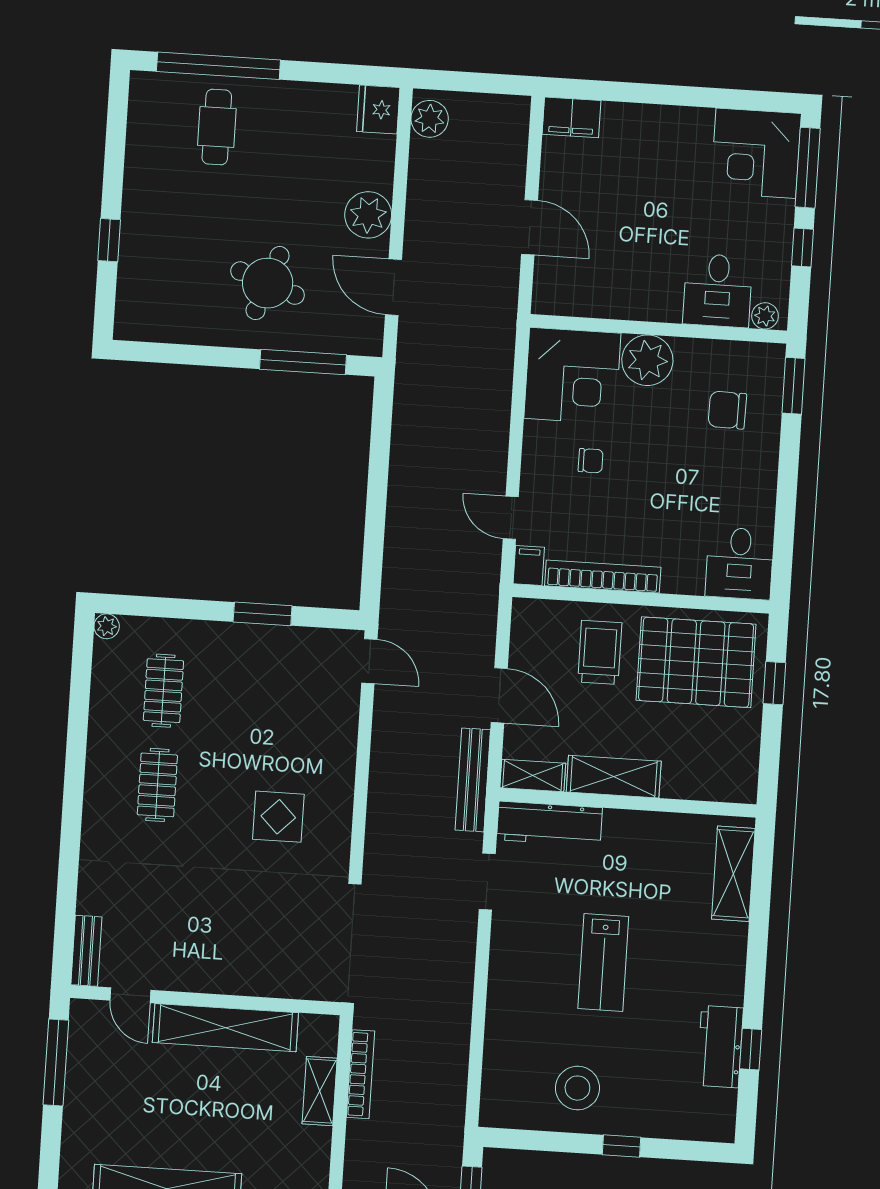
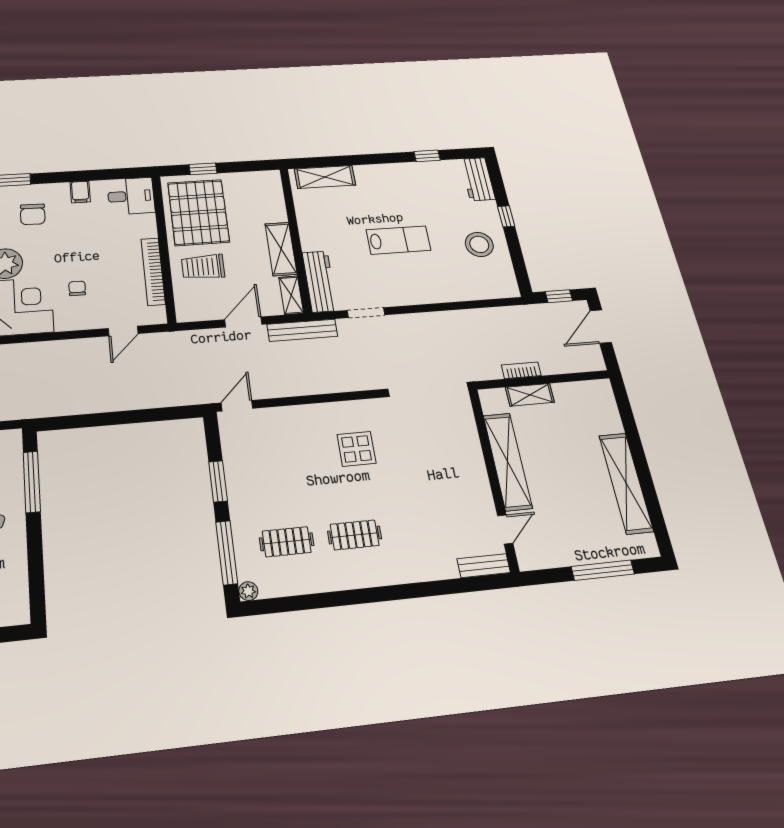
filing cabinet: (529, 565) -> (80, 192), moved, turned -90
window: (162, 607) -> (227, 553), added
workbench: (720, 1047) -> (478, 179), moved, turned 90
window: (56, 1062) -> (603, 570), moved
bookcase: (361, 1074) -> (521, 370), width x0.64

